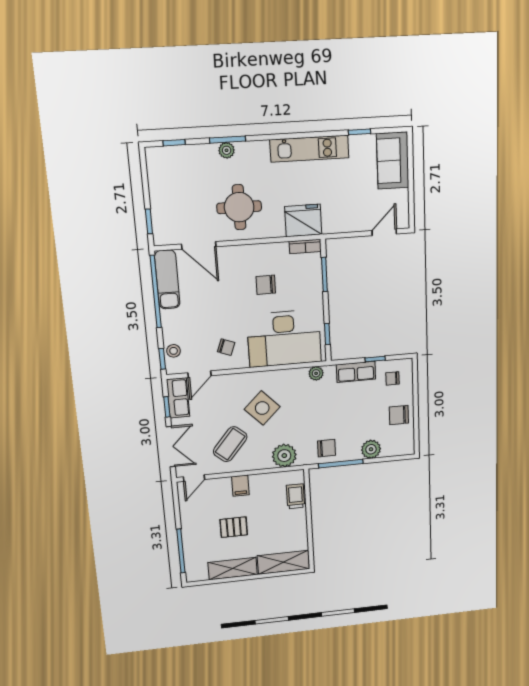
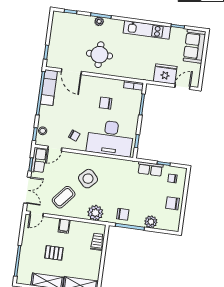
fridge: (303, 220) -> (165, 74), moved
plant: (316, 373) -> (125, 164), removed

